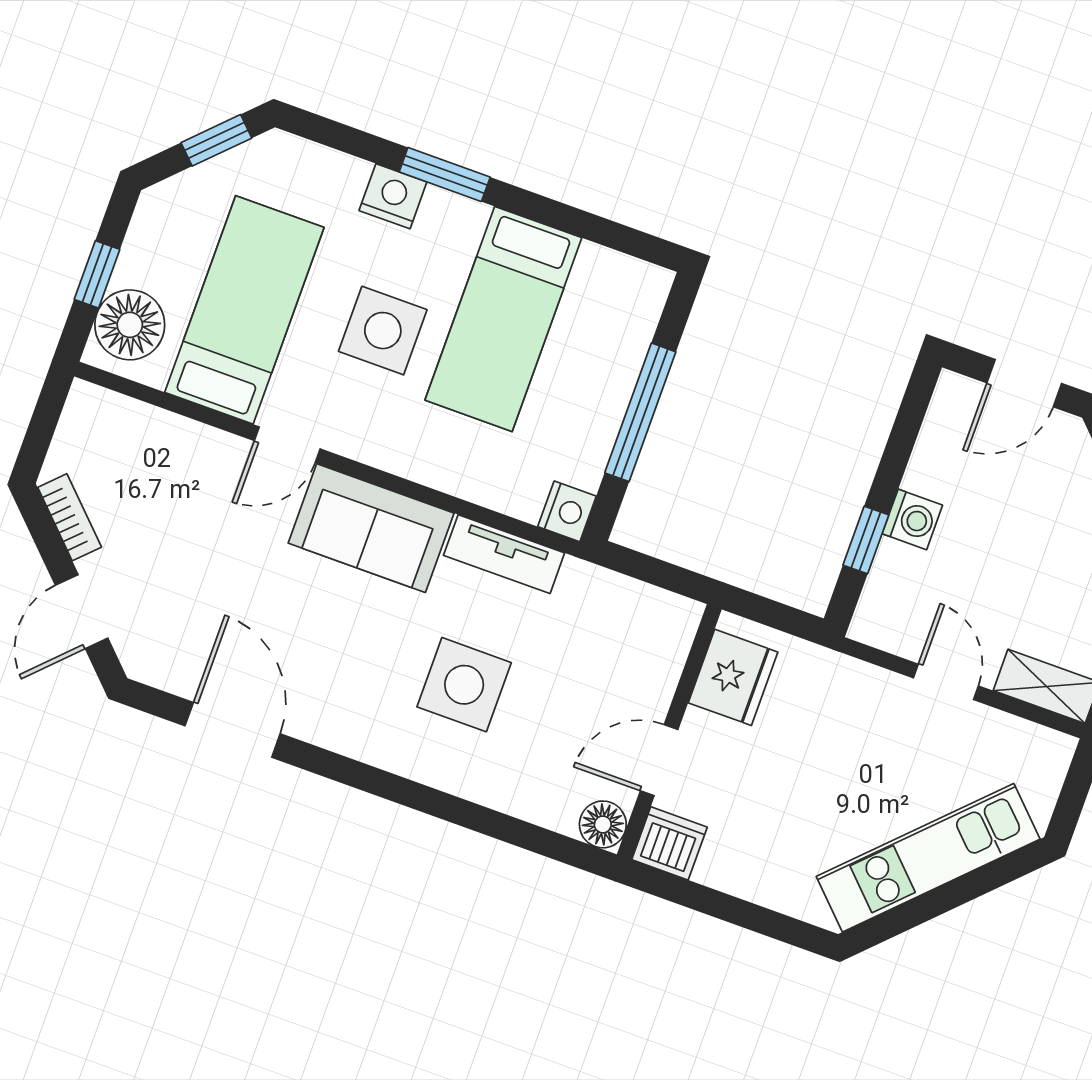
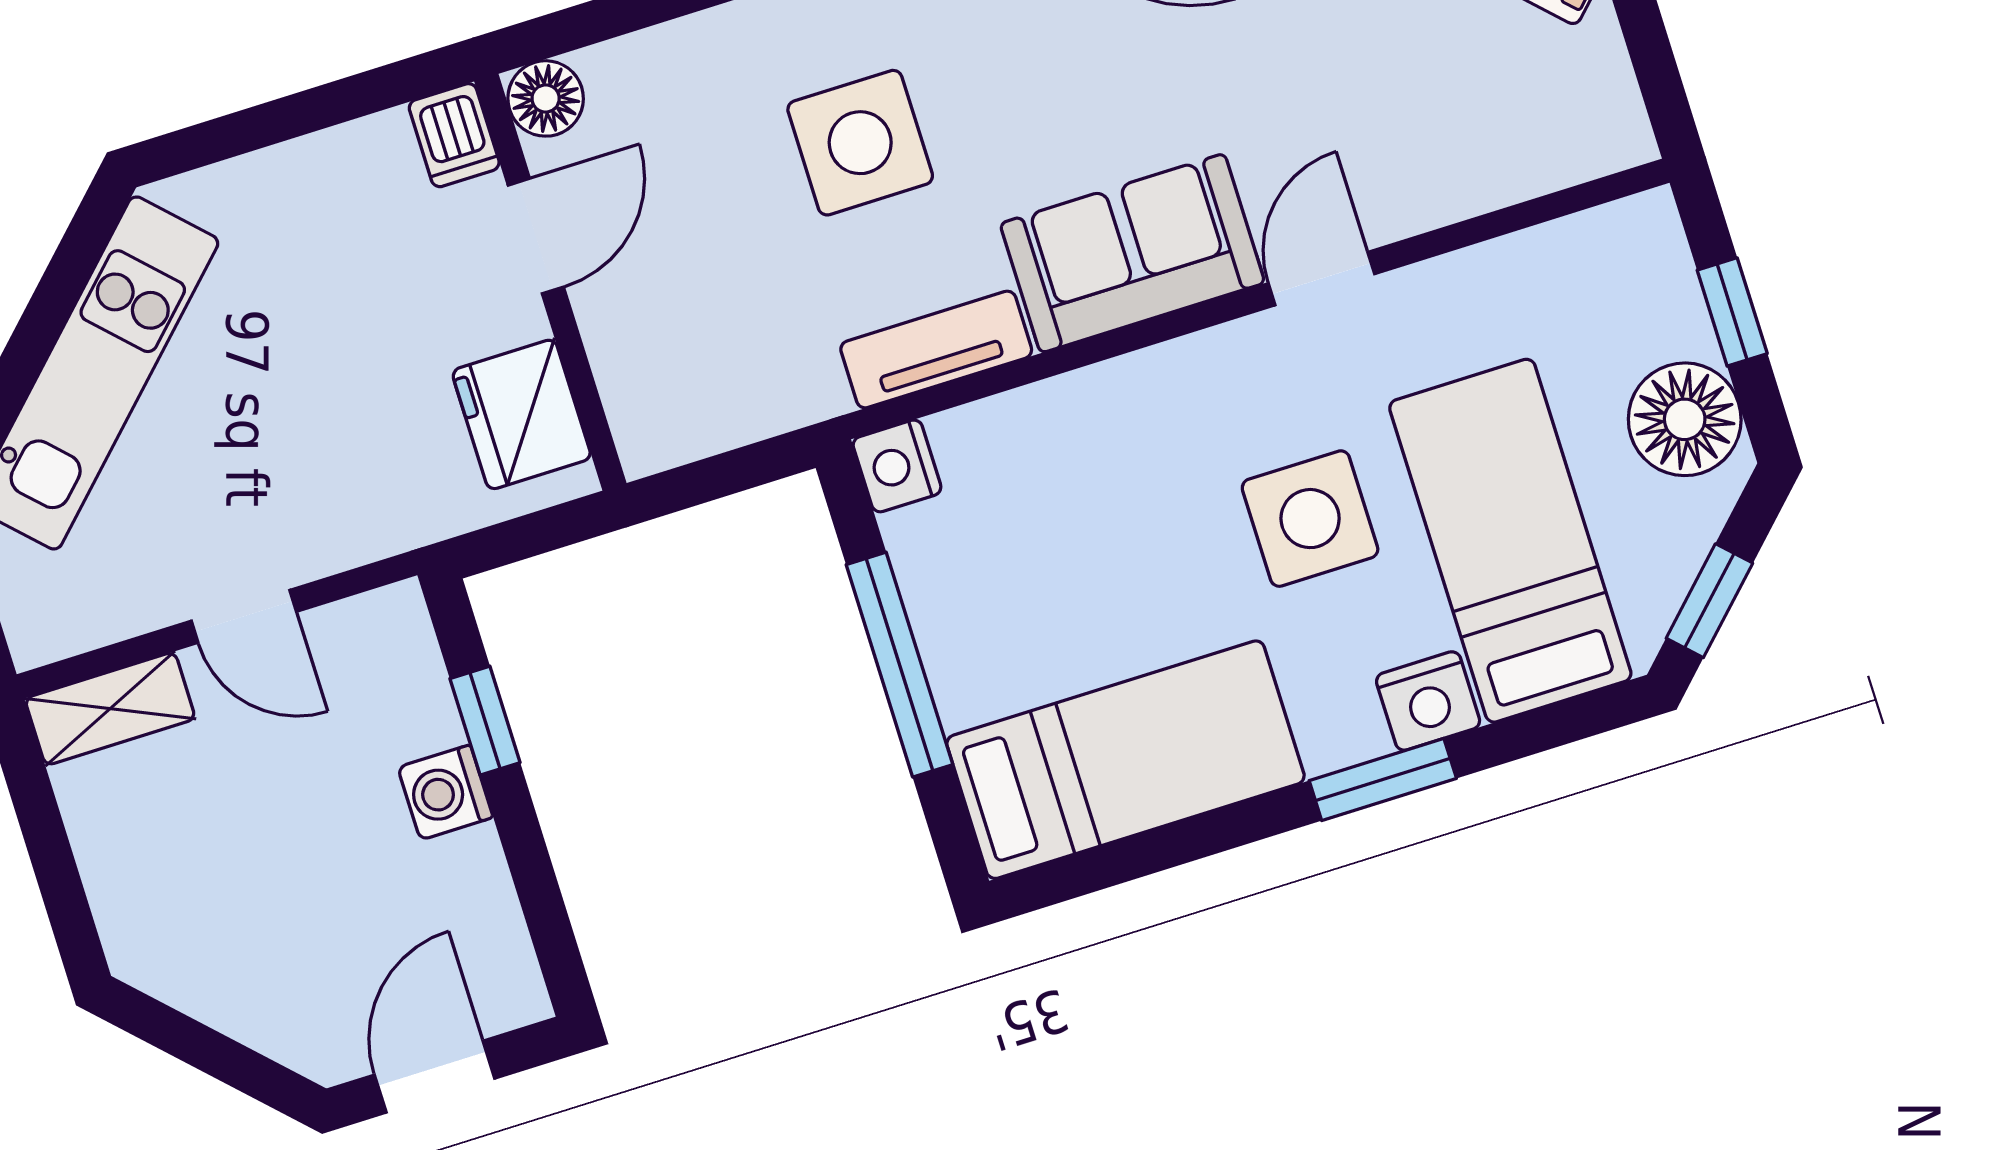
bed: (244, 310) -> (1510, 541), moved, turned 180
bed: (503, 319) -> (1125, 760), moved, turned 90
floor lamp: (130, 325) -> (1685, 419), moved
dishwasher: (669, 843) -> (454, 135), width x0.73

